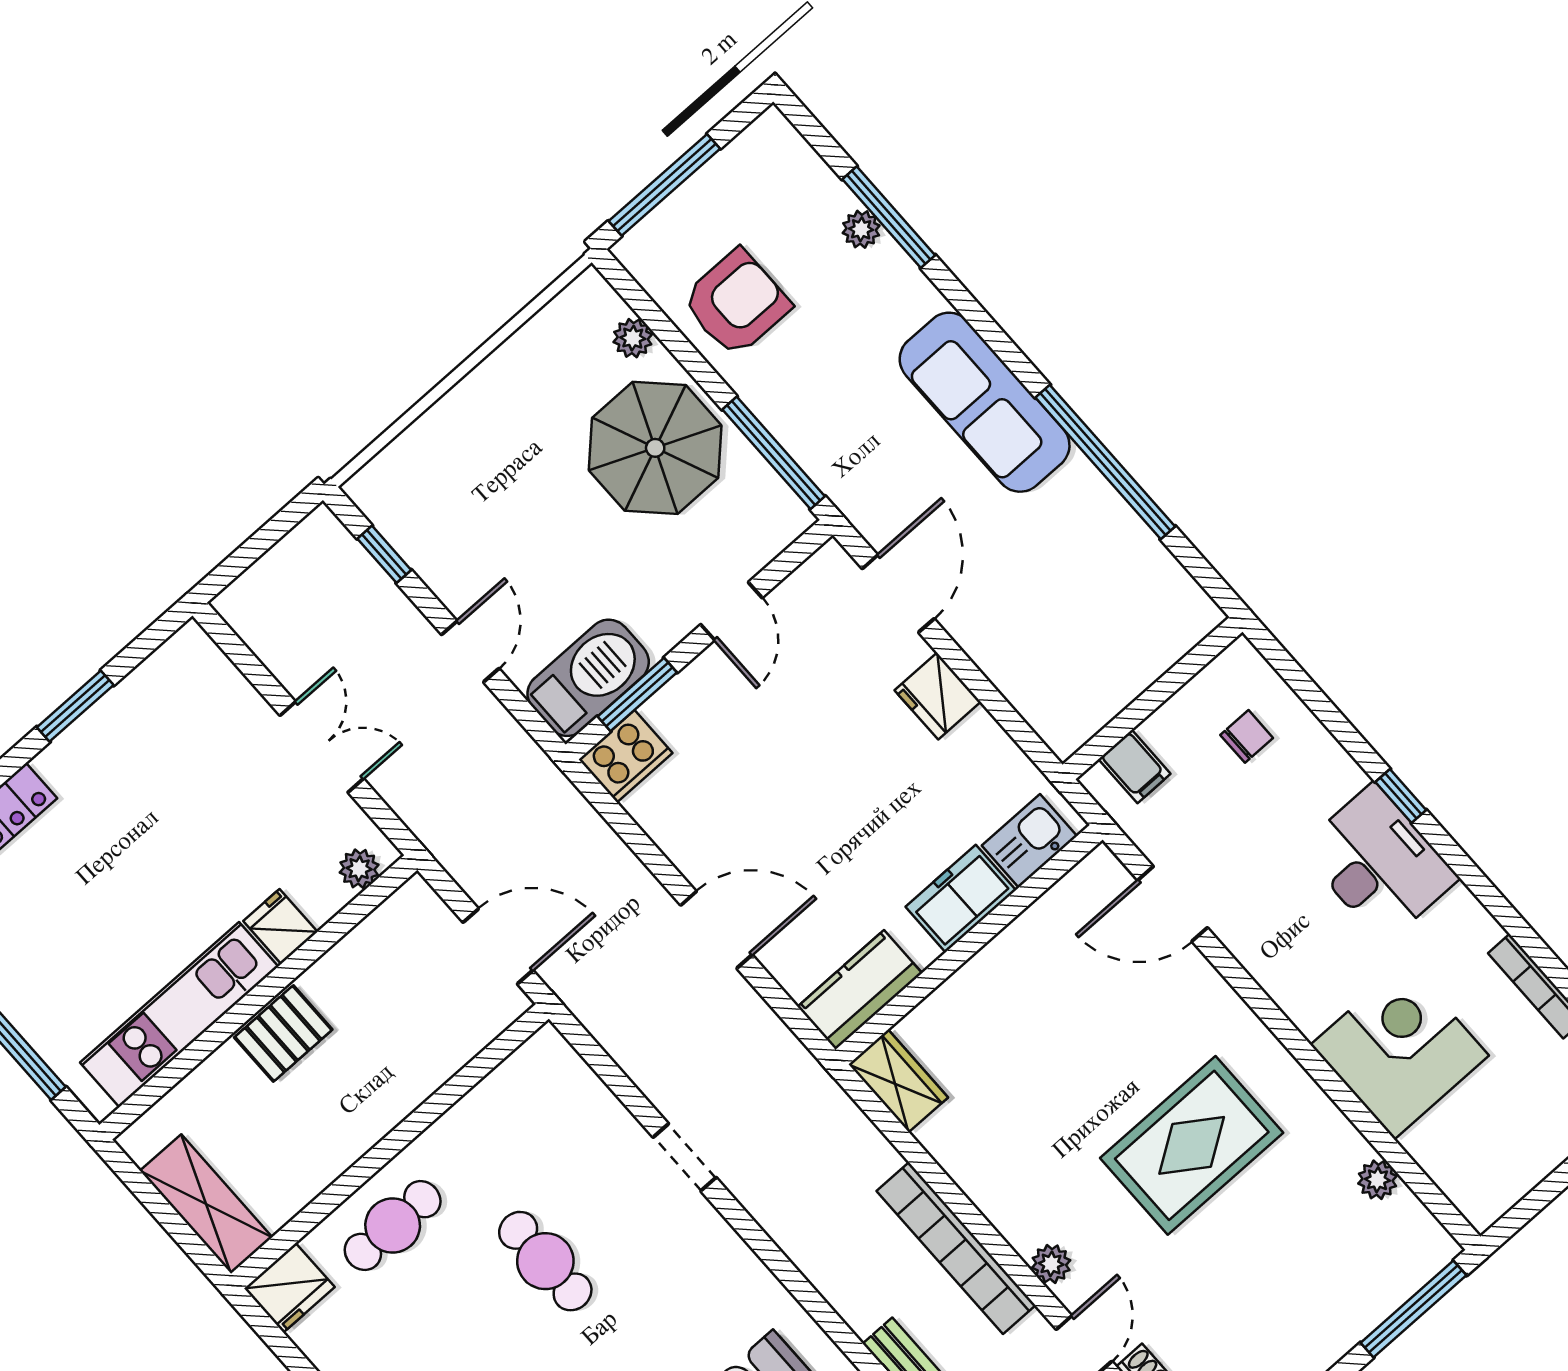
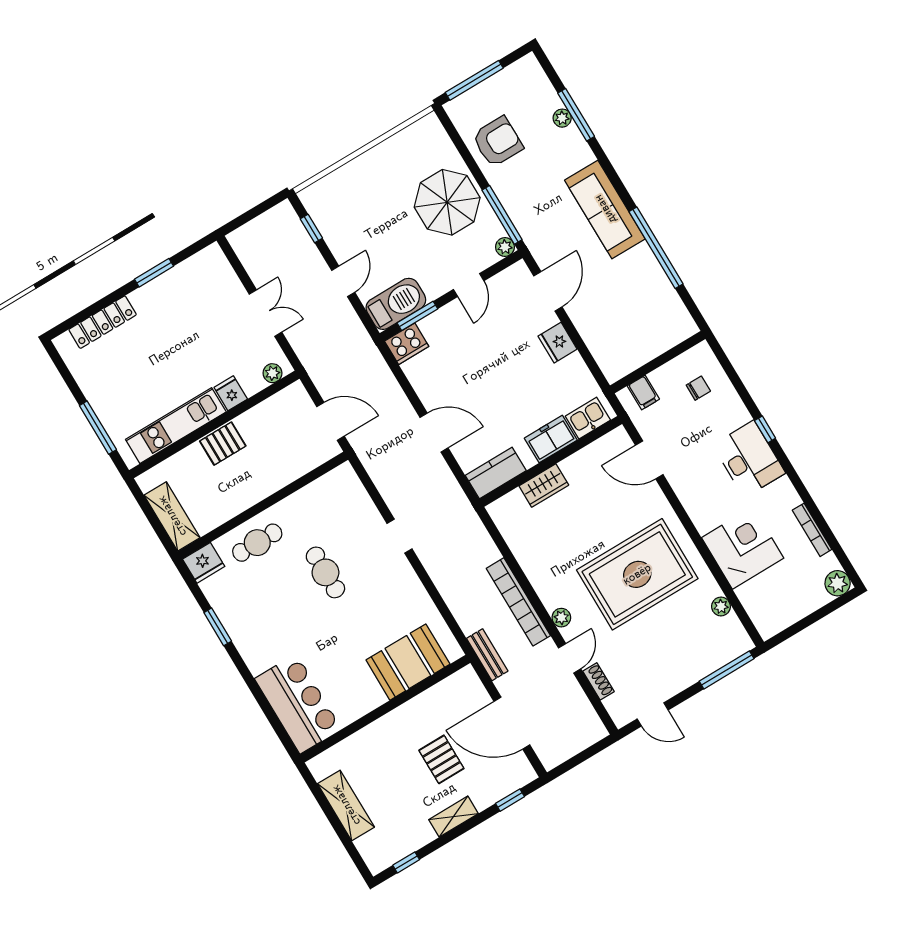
plant: (633, 338) -> (505, 247), moved
wardrobe: (898, 1081) -> (544, 485), moved, turned 90
rug: (1192, 1145) -> (637, 574), width x1.37, depth x1.44

